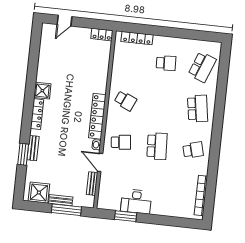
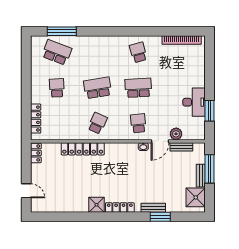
window: (223, 75) -> (62, 31), added
school desk: (198, 109) -> (98, 88), moved
locker: (97, 116) -> (83, 149), moved
plant: (106, 179) -> (176, 134), added

